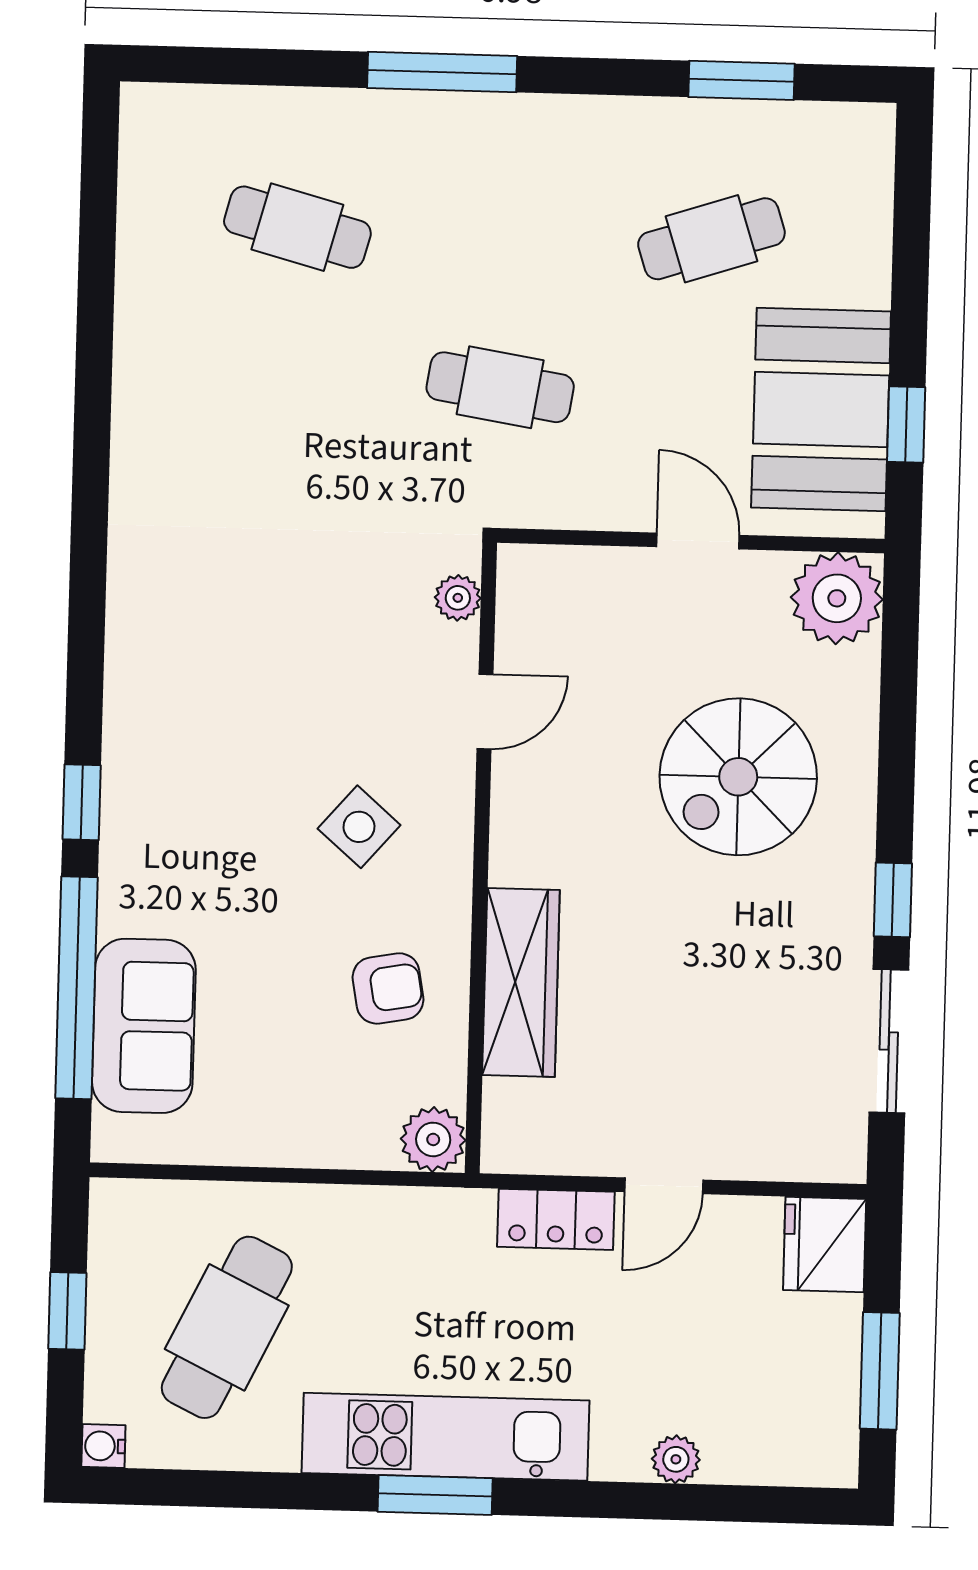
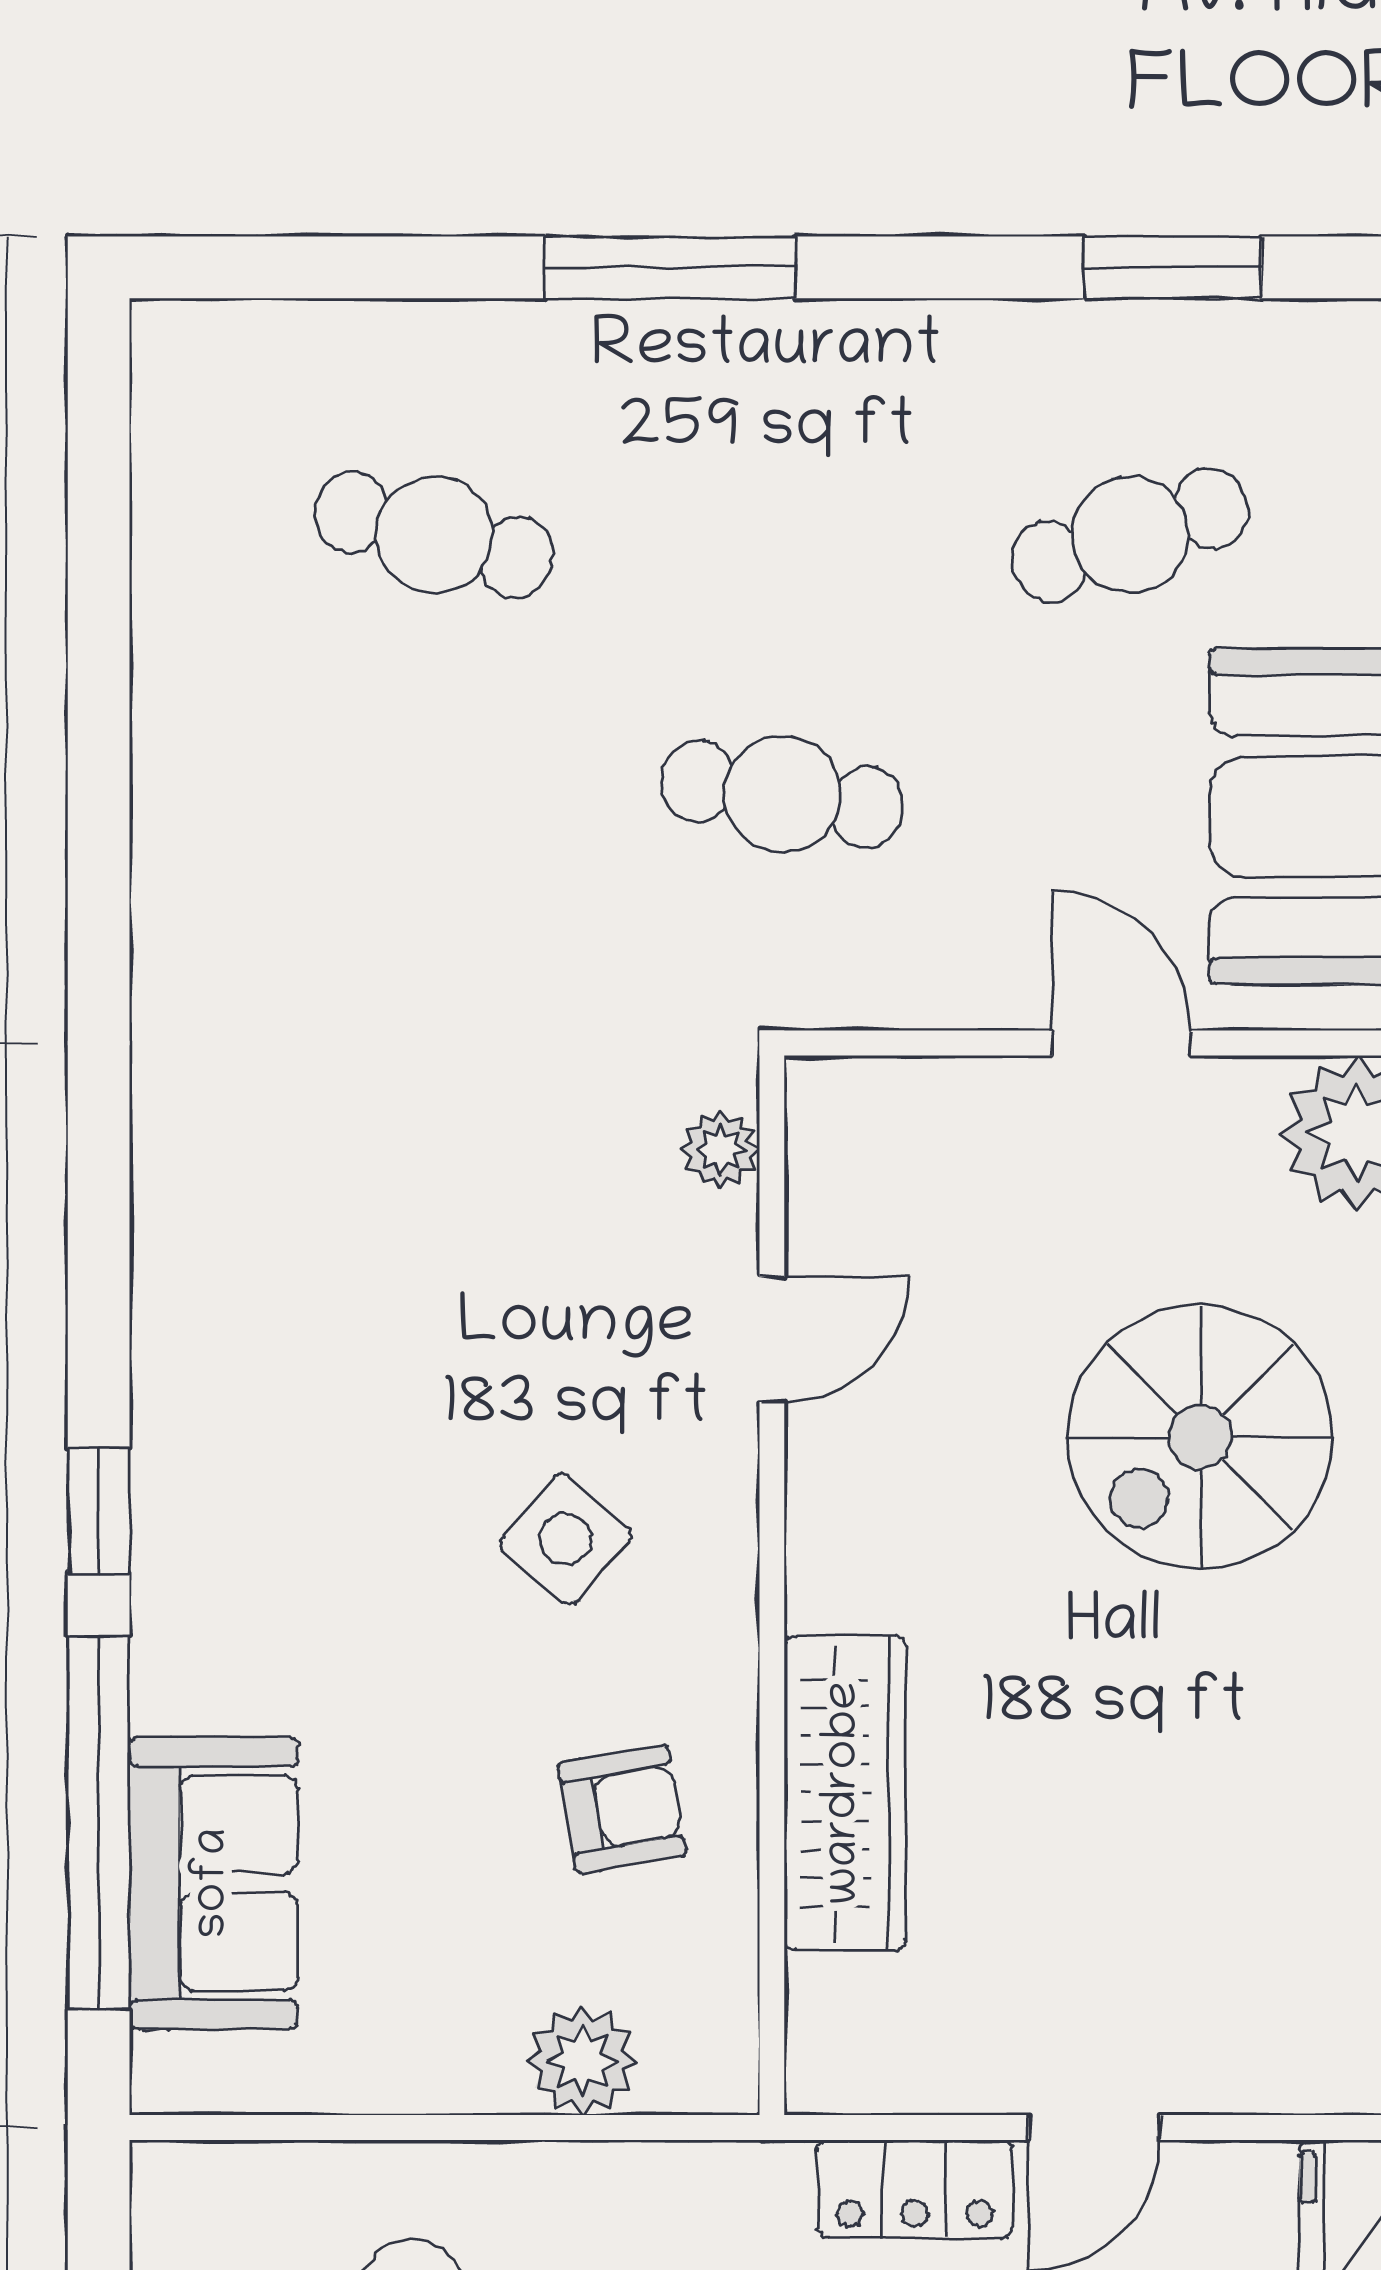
plant: (433, 1139) -> (582, 2061), moved

